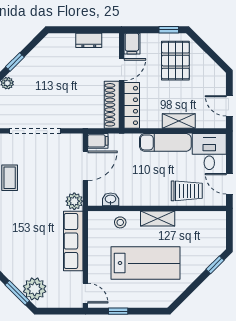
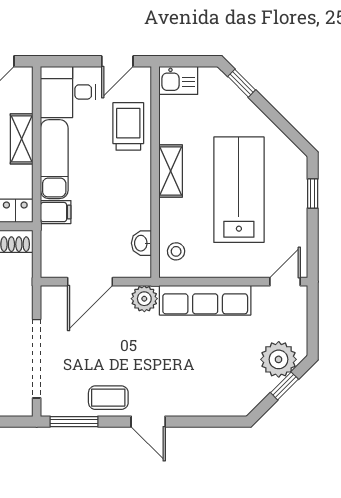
filing cabinet: (98, 141) -> (56, 212), moved, turned 90
door: (85, 166) -> (90, 282), swing flipped
stool: (120, 222) -> (176, 251), moved
kitchen sink: (217, 223) -> (178, 80), added
window: (17, 293) -> (284, 386), width x0.67
window: (118, 311) -> (313, 194), moved

